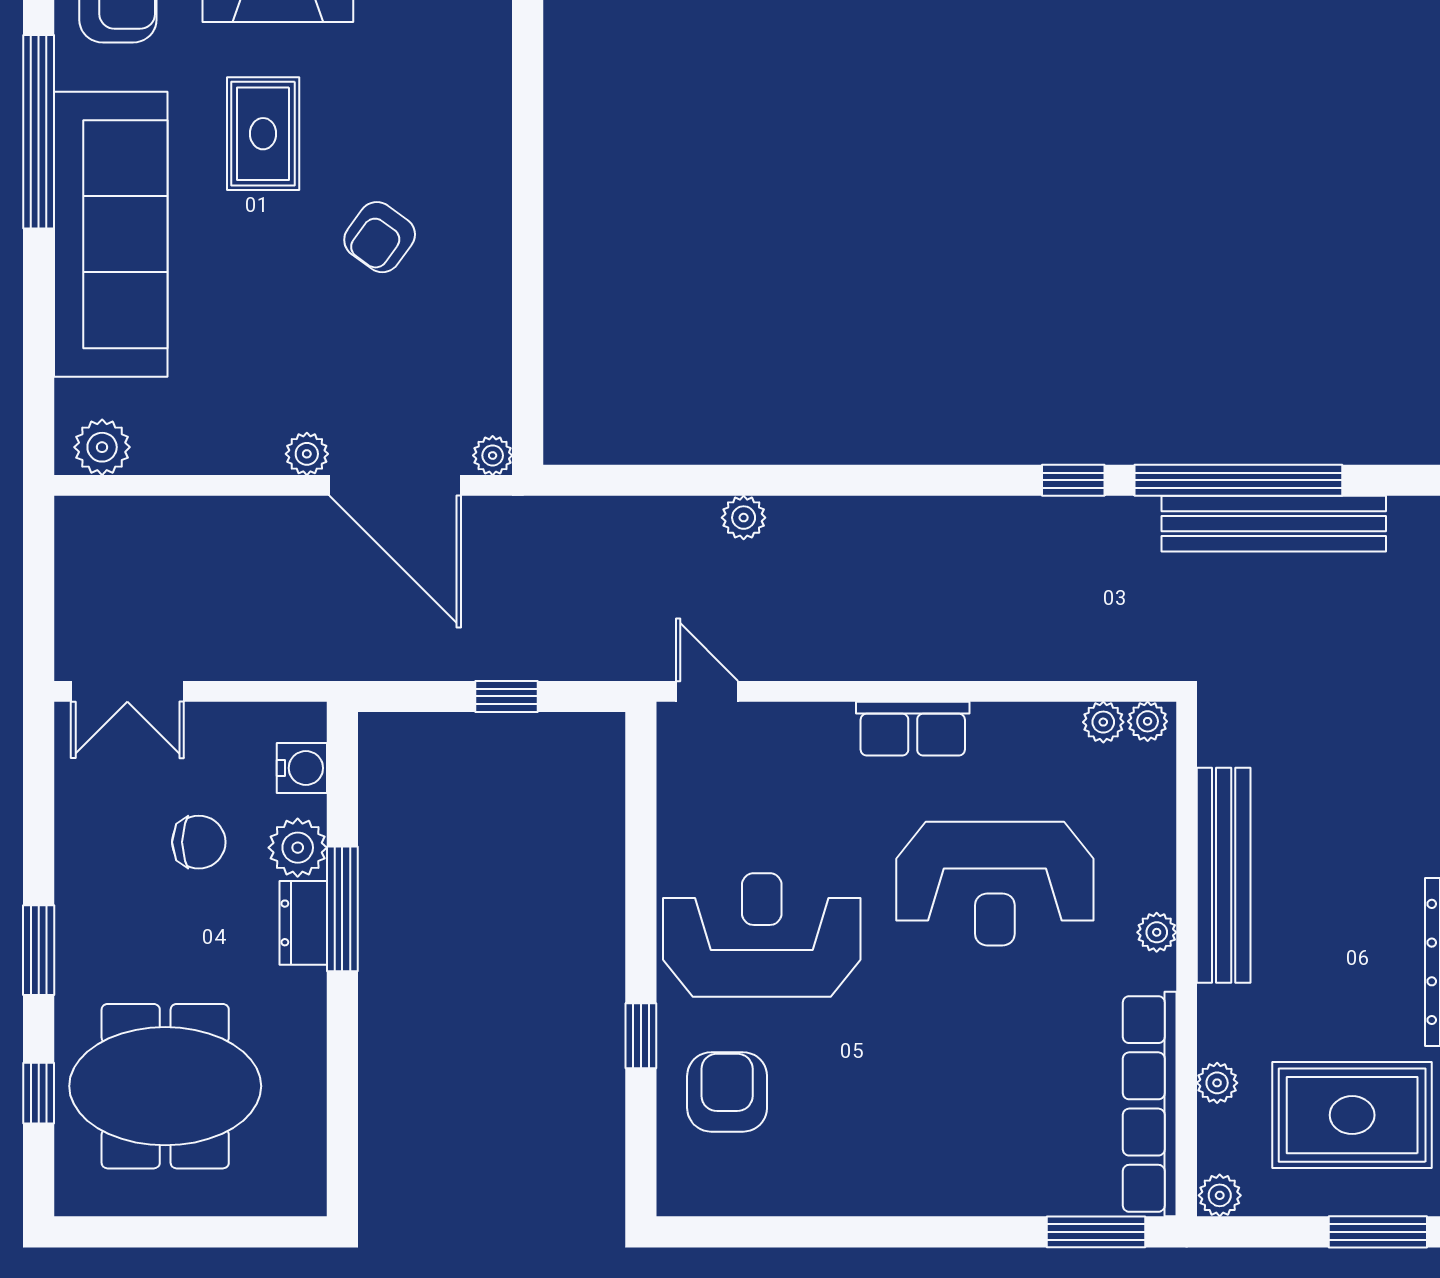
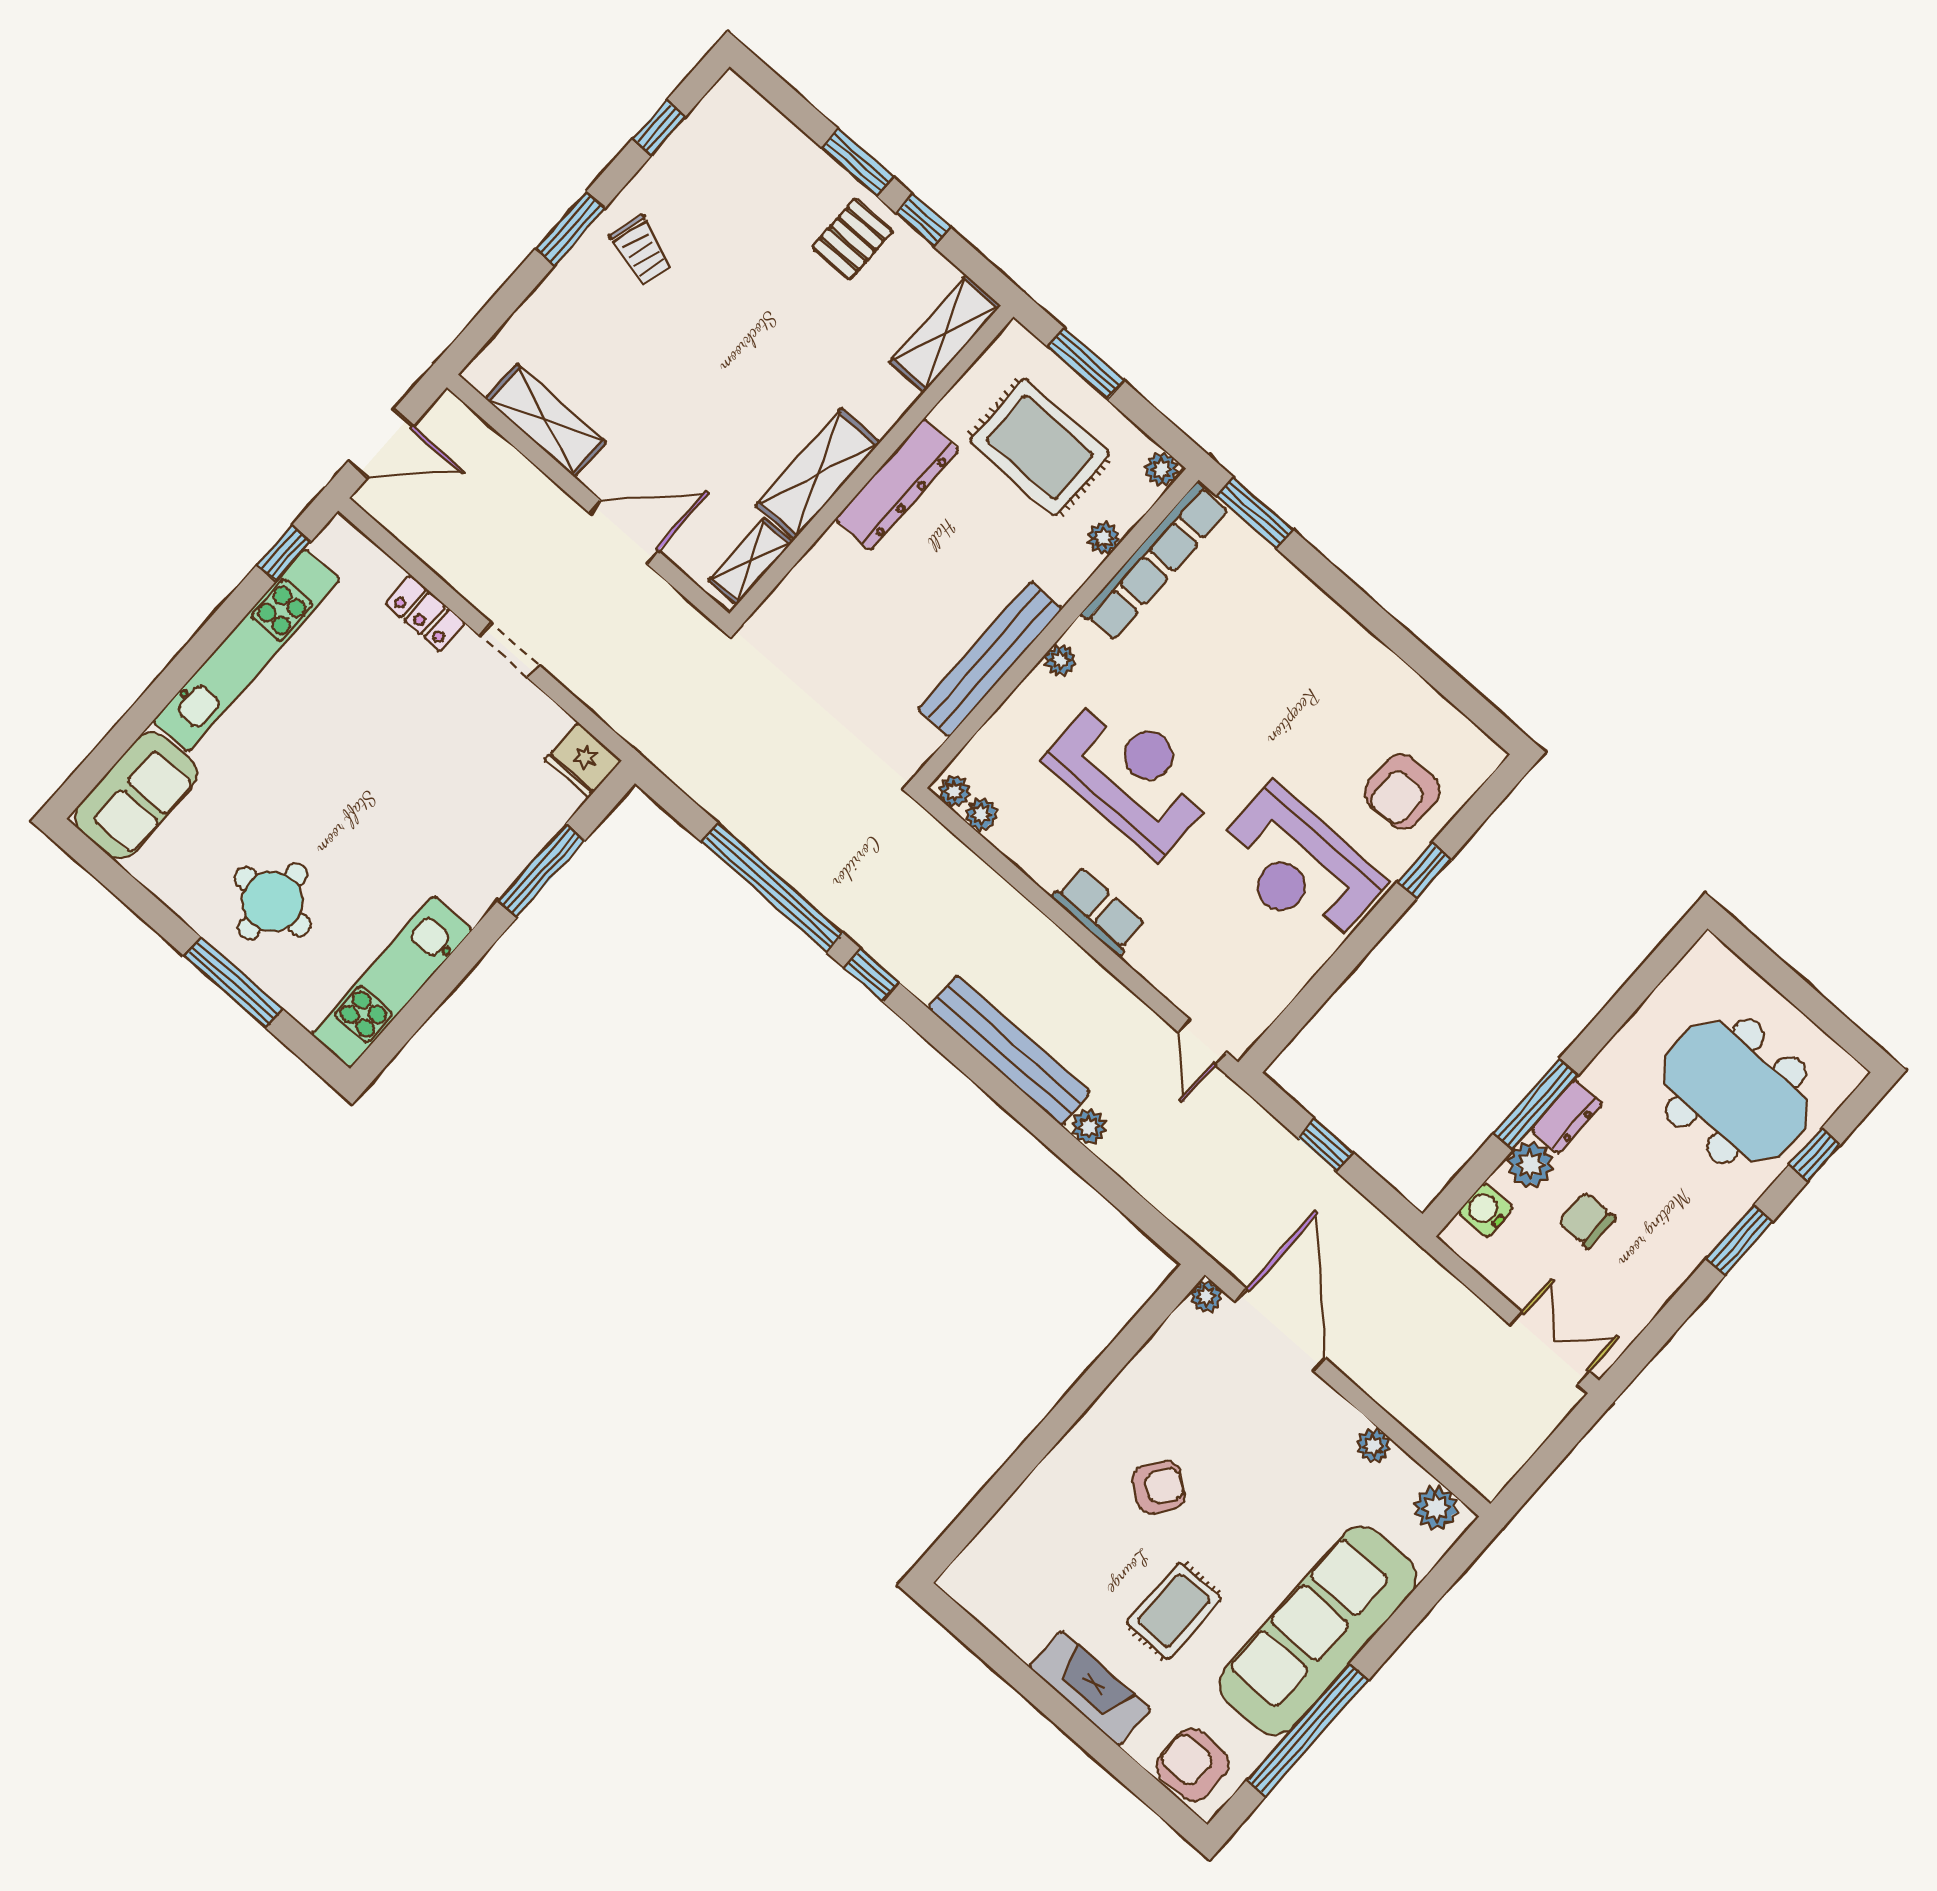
plant: (307, 454) -> (1374, 1446), moved
bench: (1274, 524) -> (1009, 1050), moved

